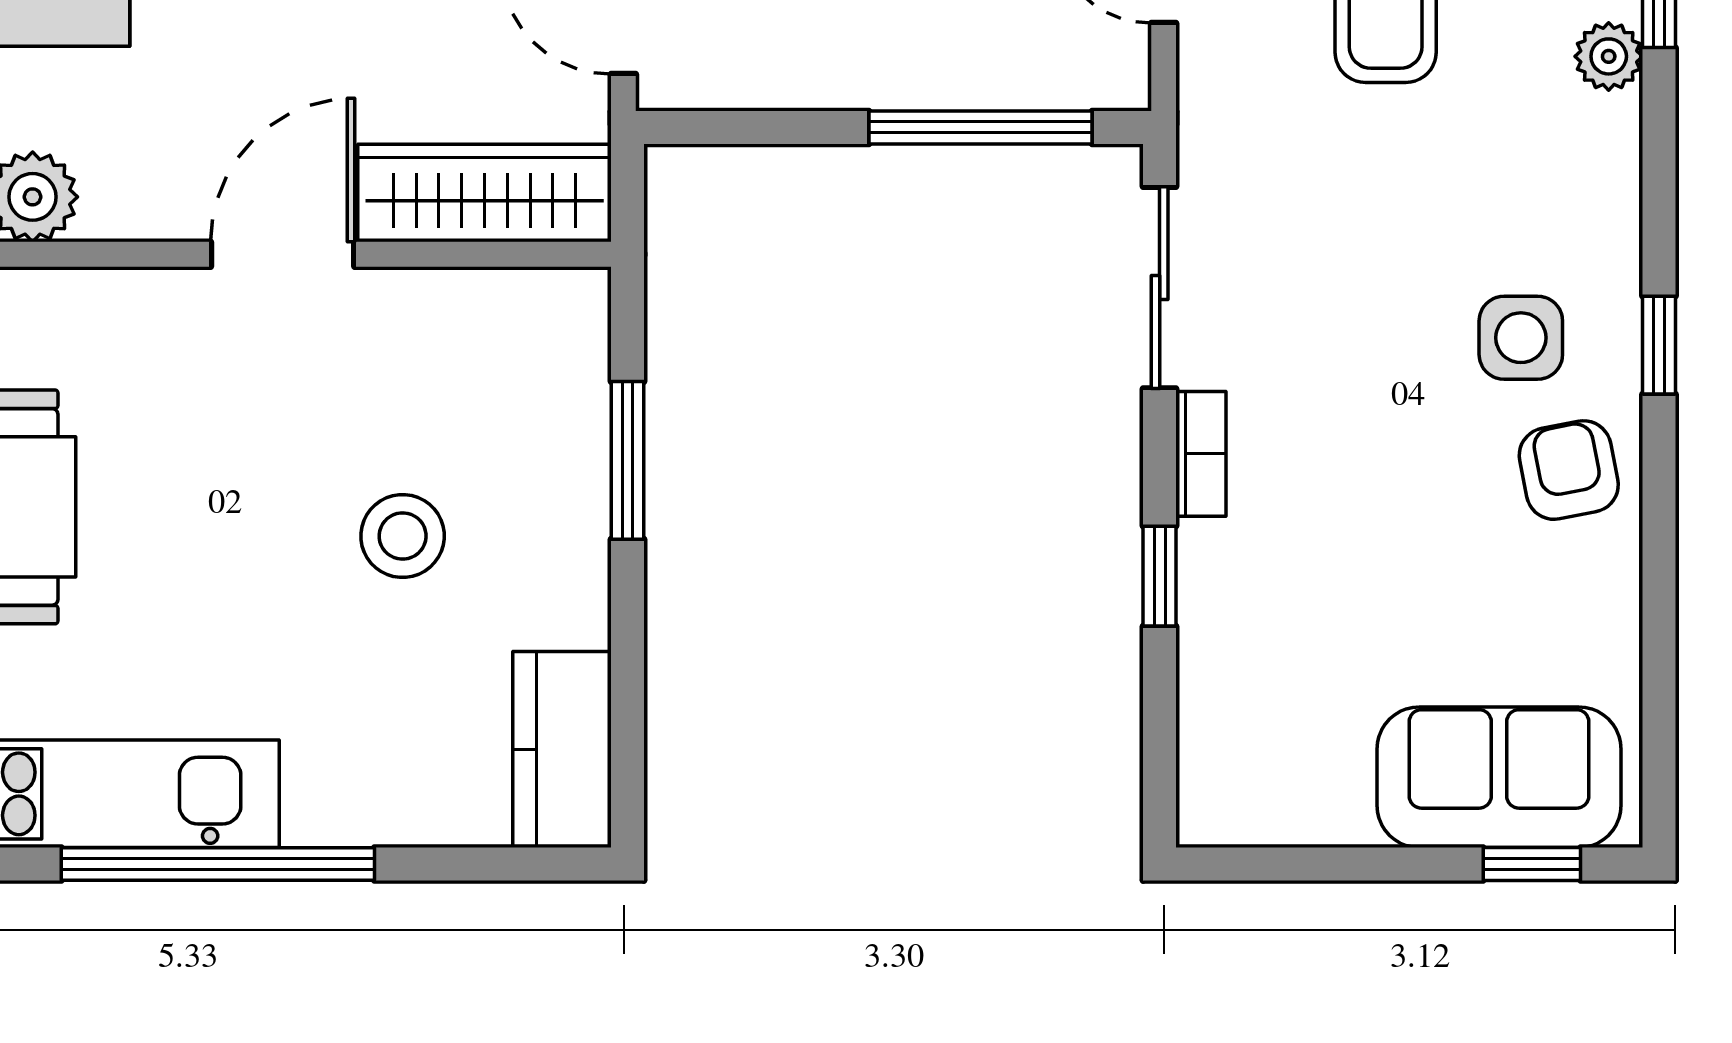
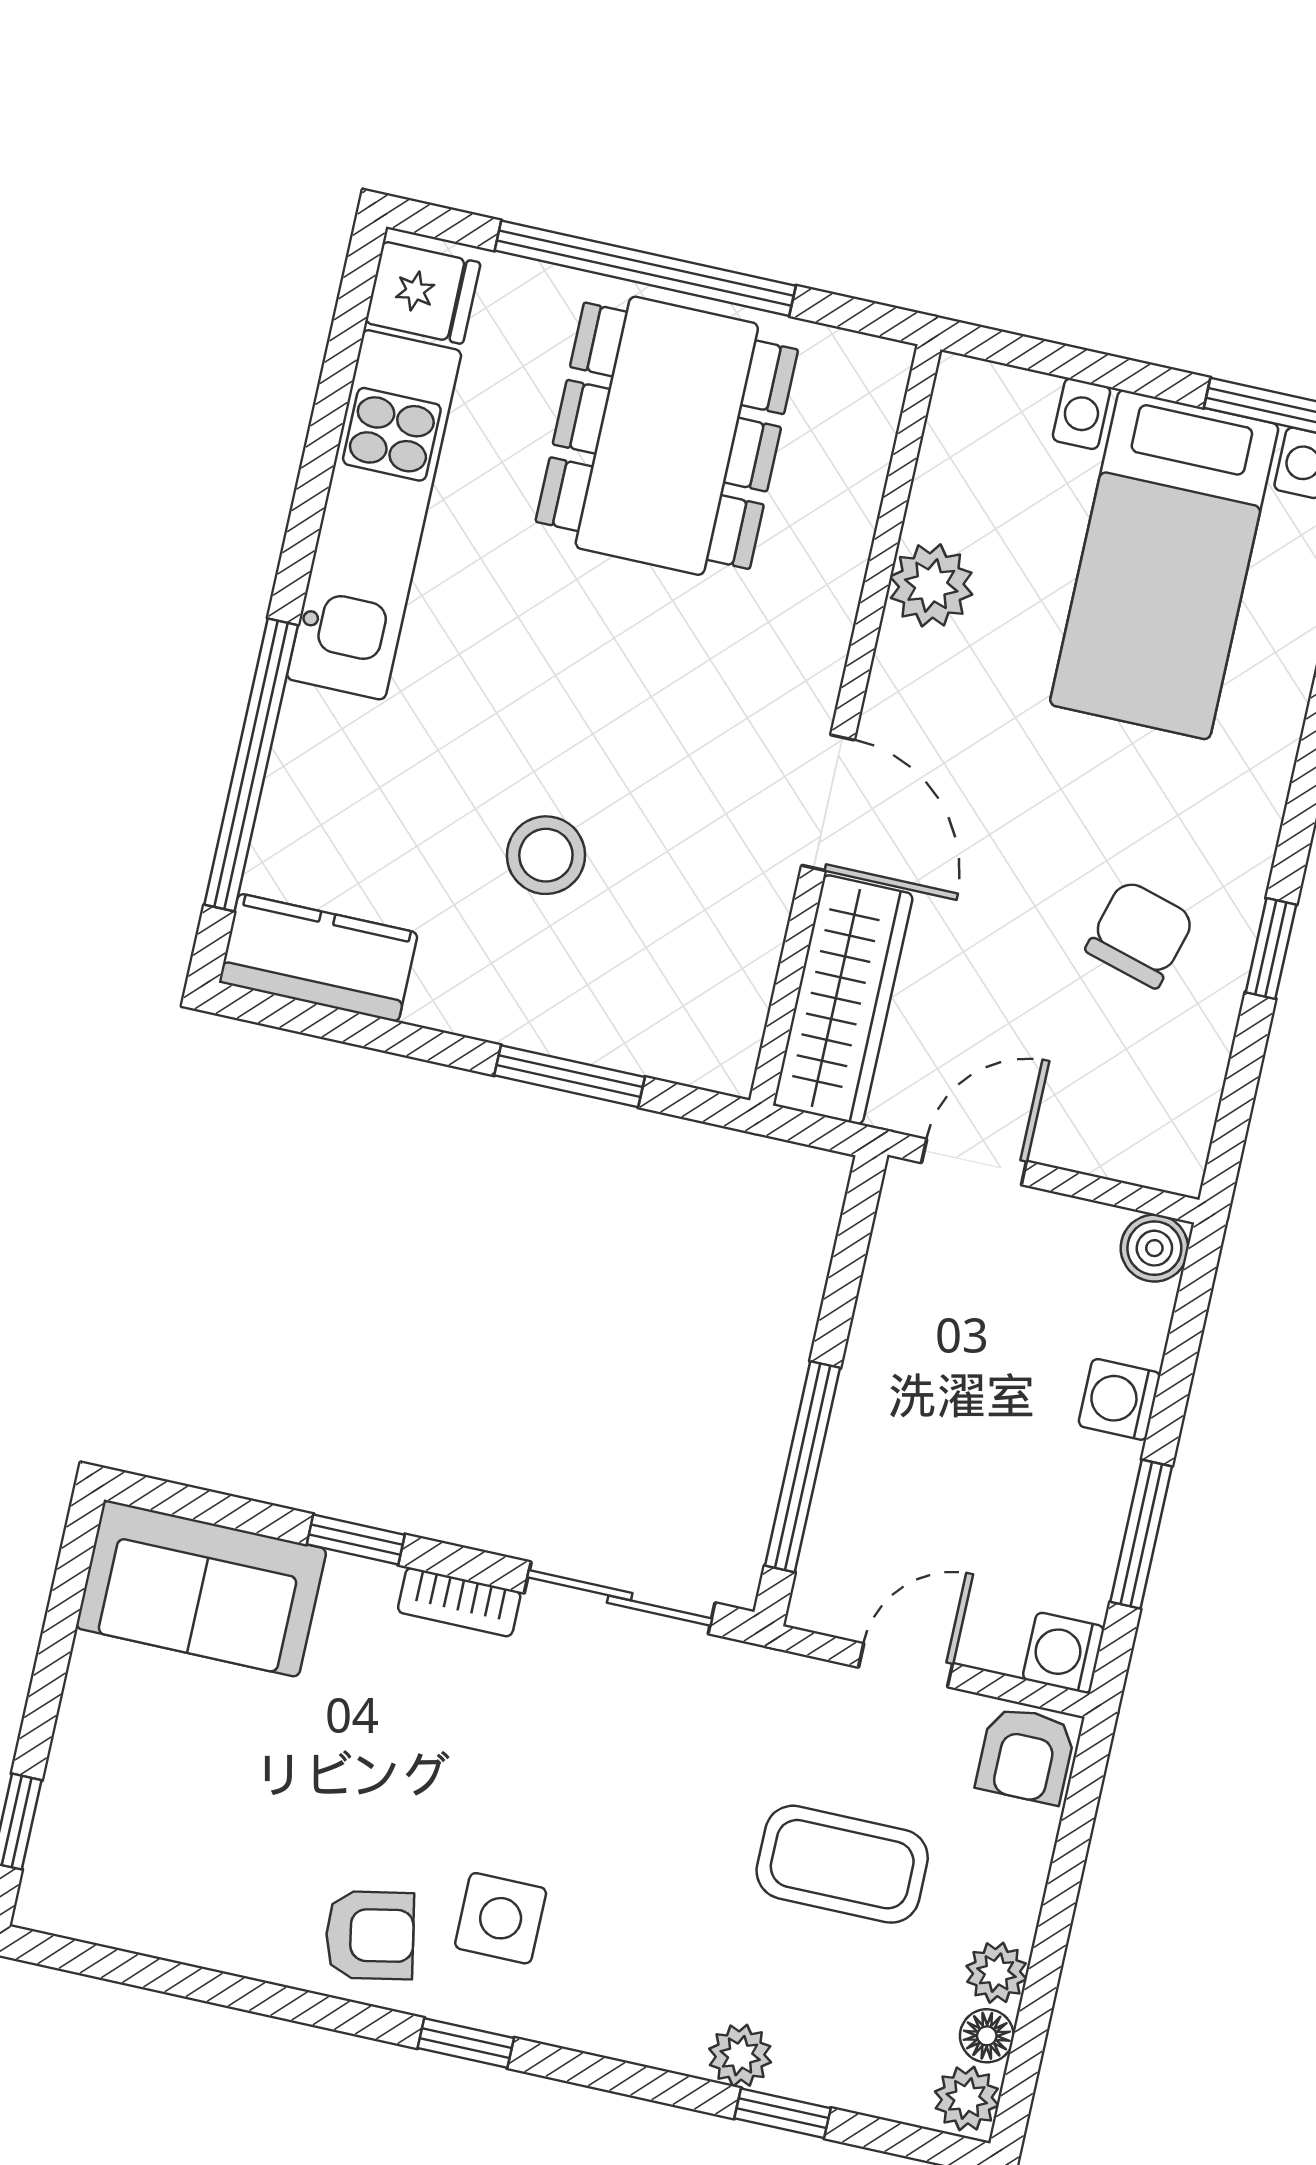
sofa: (1499, 777) -> (201, 1589), moved, turned 90
window: (218, 864) -> (251, 765), moved

